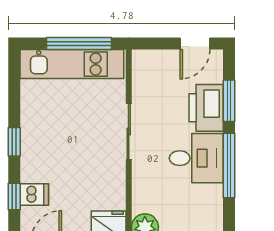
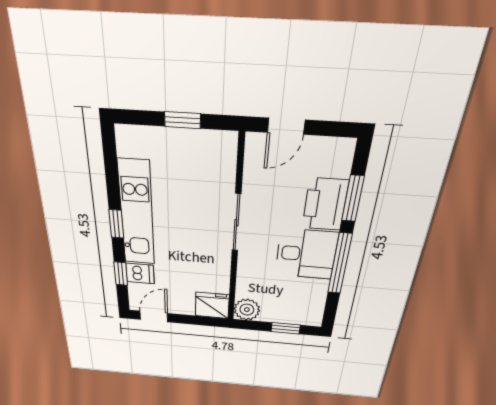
window: (79, 44) -> (183, 120), width x0.46
door: (195, 44) -> (286, 126), moved
kitchen unit: (72, 64) -> (137, 214), moved, turned -90

